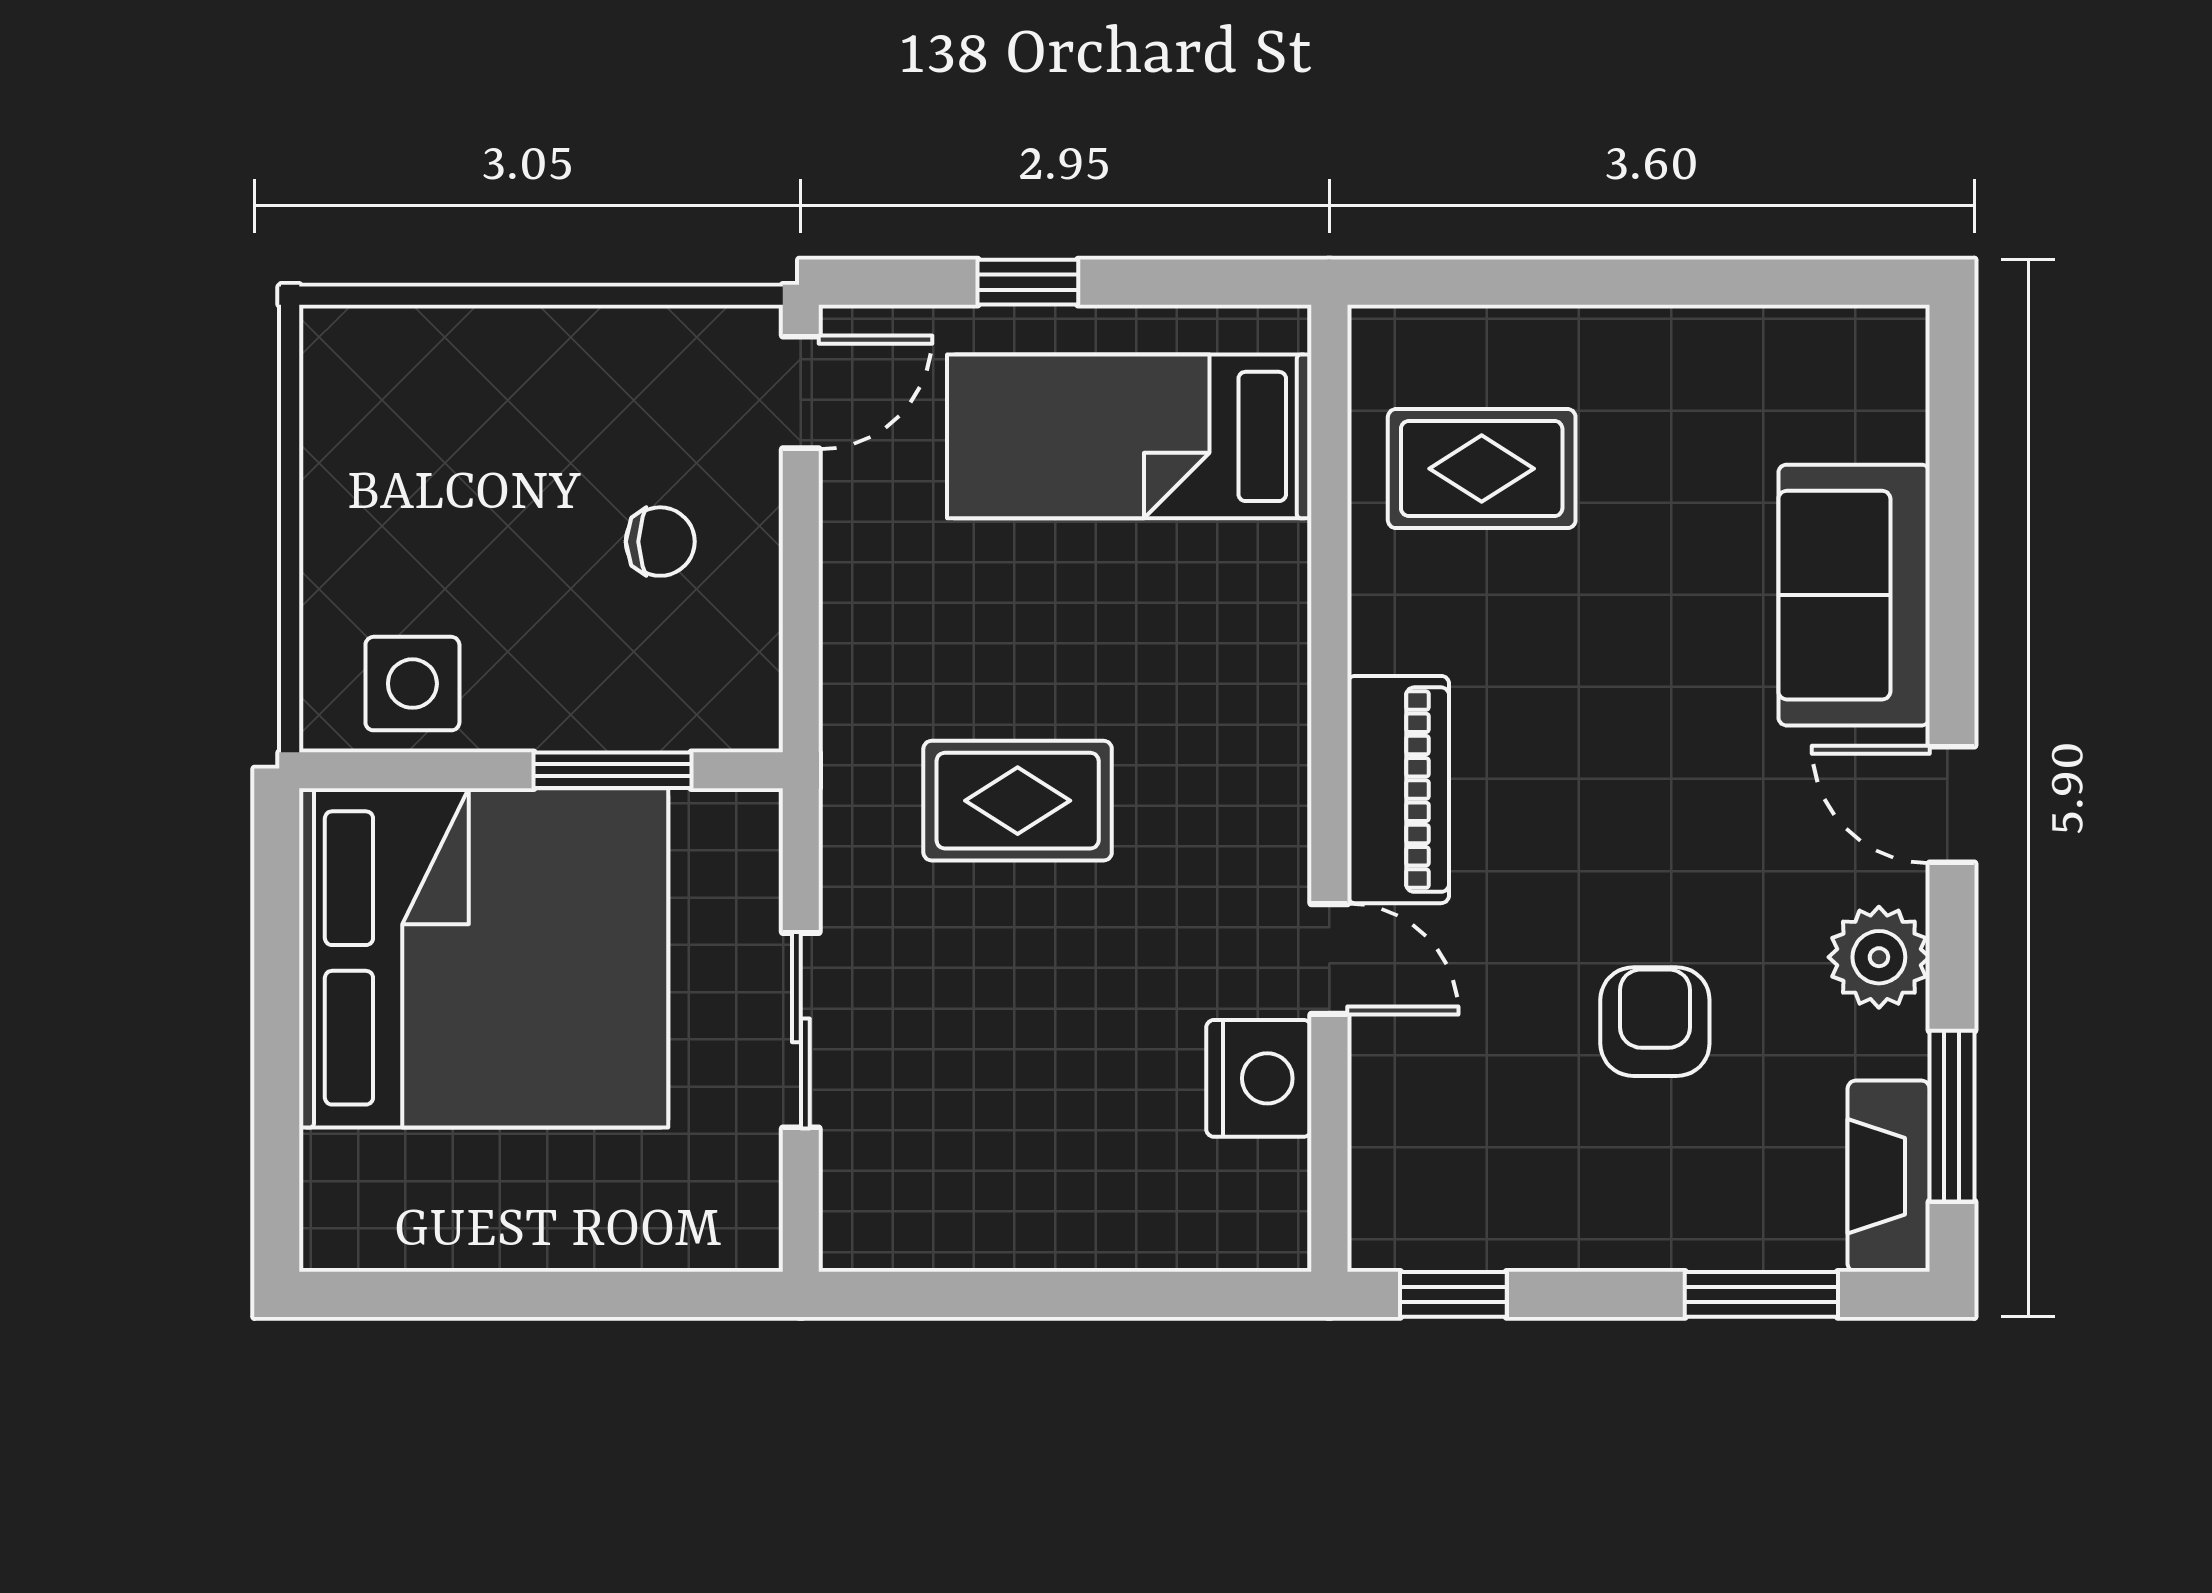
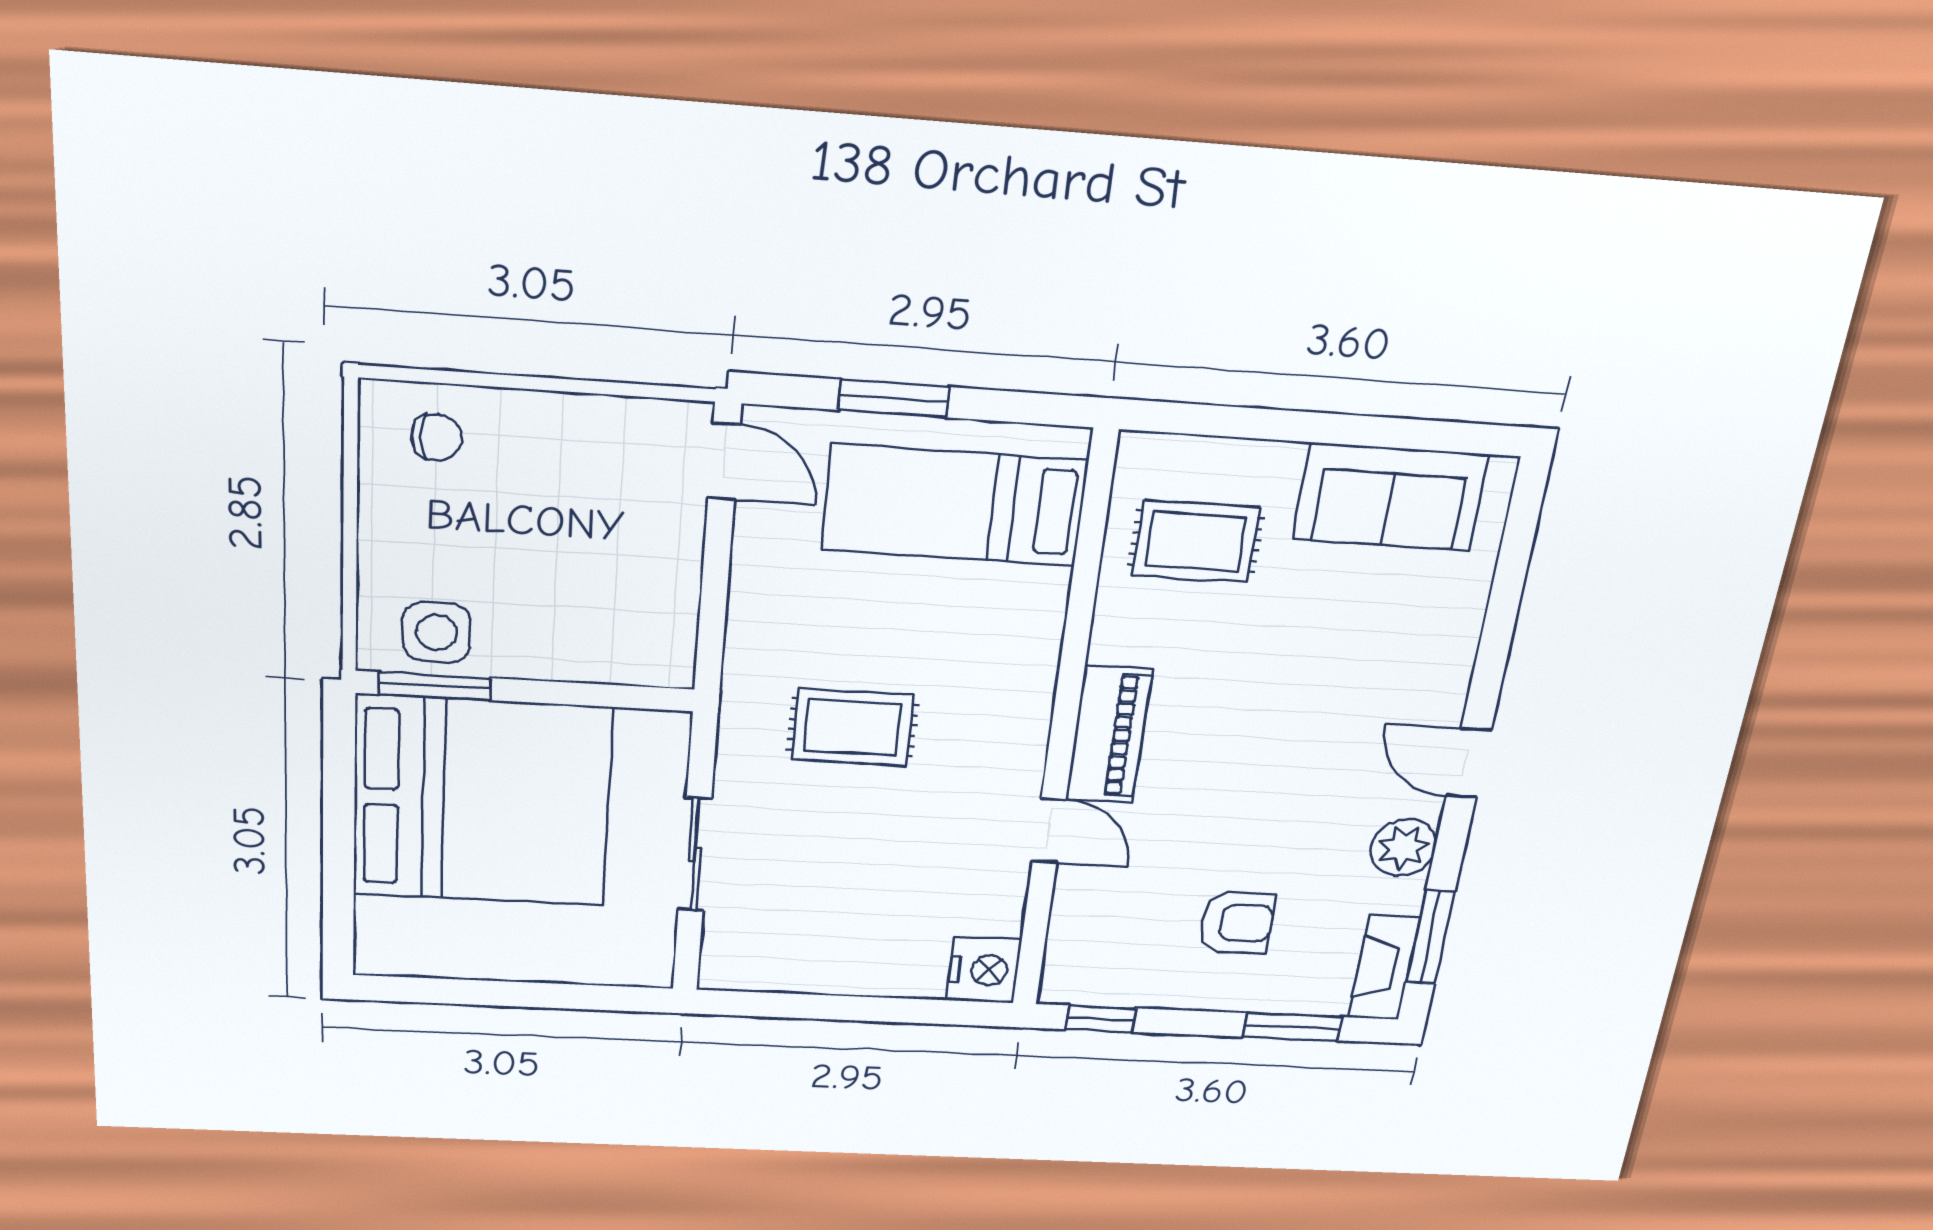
window: (1028, 282) -> (894, 399), width x1.50
door: (801, 392) -> (724, 461), hinge flipped
chair: (660, 542) -> (437, 437), moved
sofa: (1854, 595) -> (1391, 497), moved, turned -90
window: (613, 770) -> (435, 686), moved
armchair: (1655, 1022) -> (1236, 923), moved, turned 90
nightstand: (1259, 1078) -> (984, 970), moved

